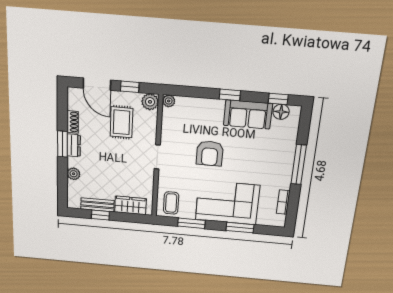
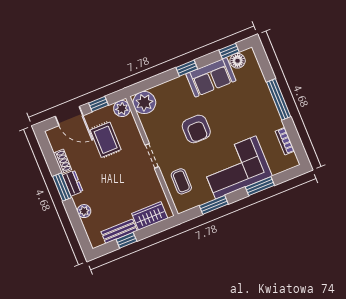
plant: (169, 101) -> (144, 103), width x1.88, depth x1.88
coffee table: (171, 203) -> (181, 181), moved

